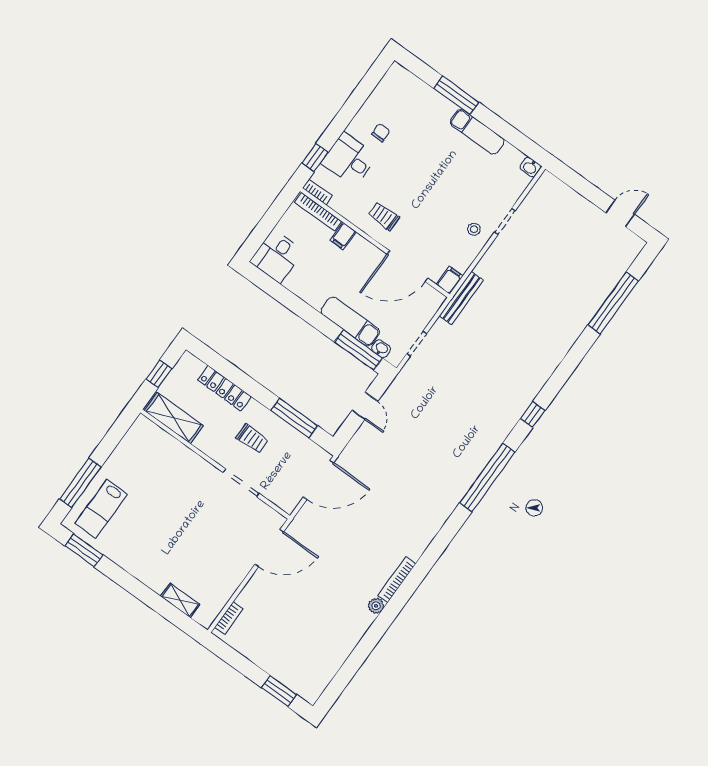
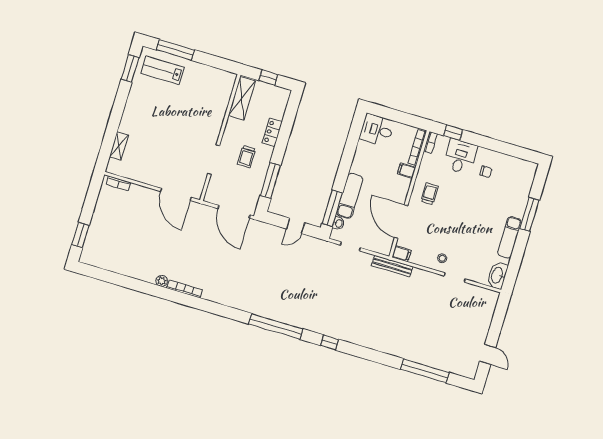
washbasin: (530, 167) -> (497, 275), width x1.91, depth x1.45
locker: (224, 388) -> (272, 132), width x0.66

